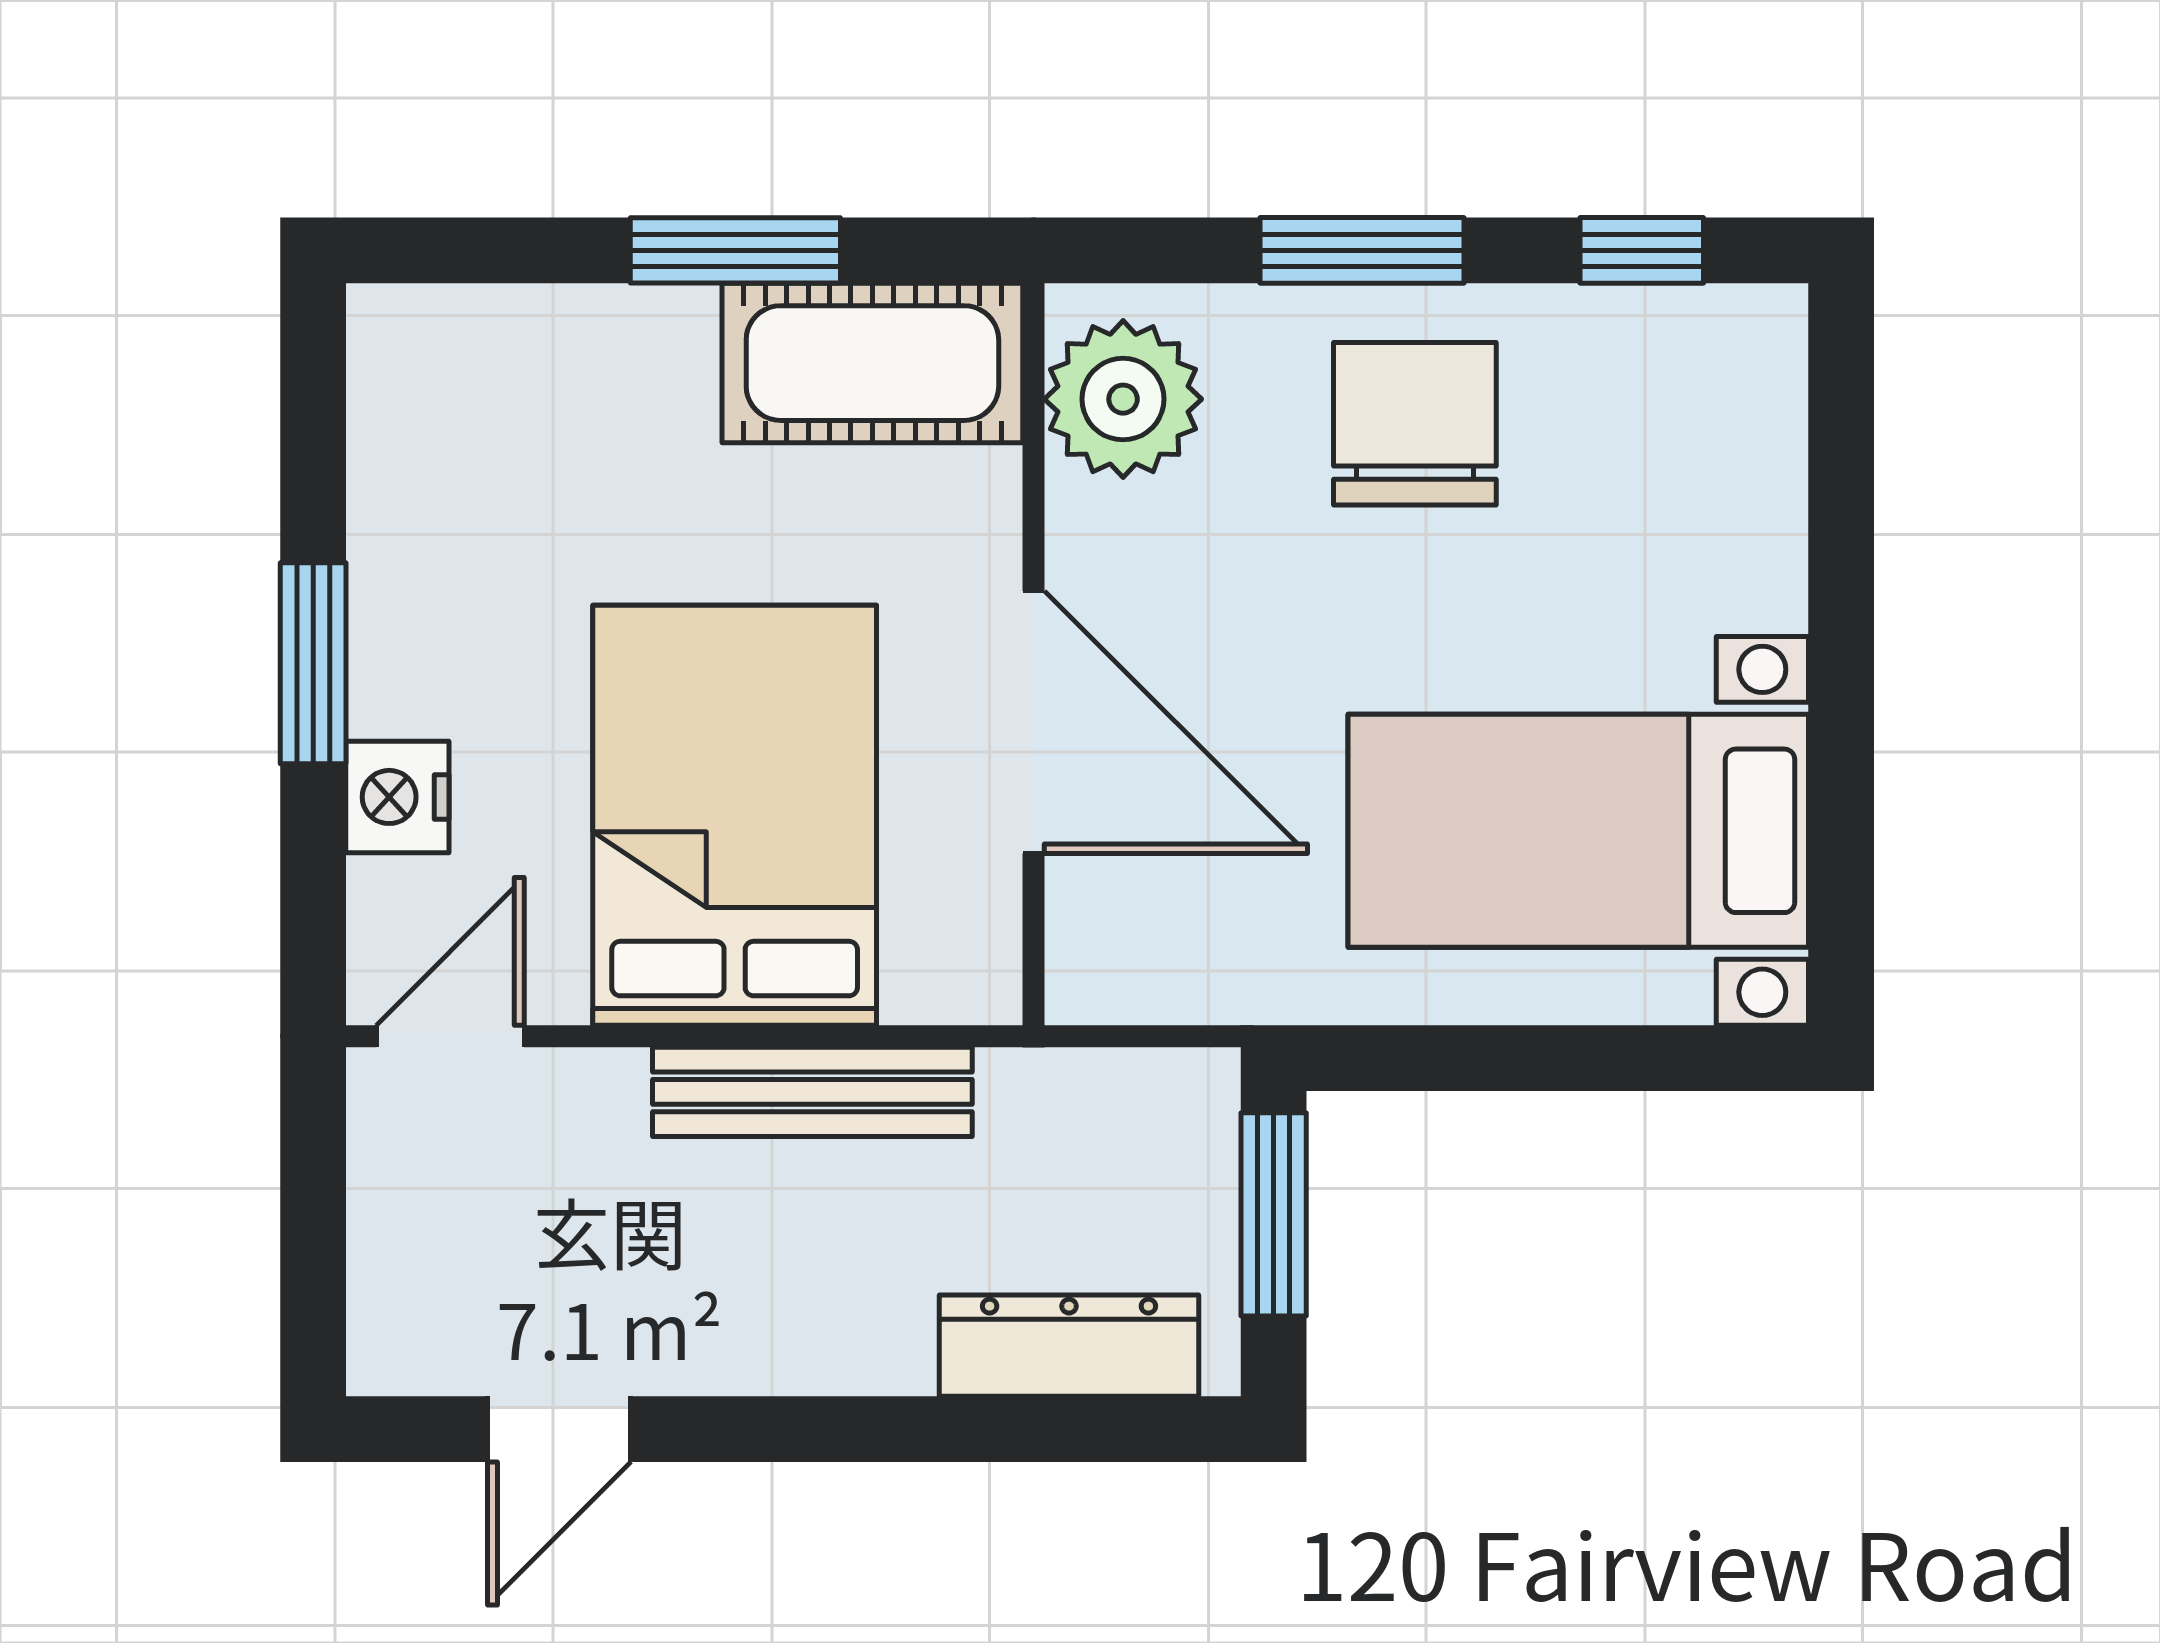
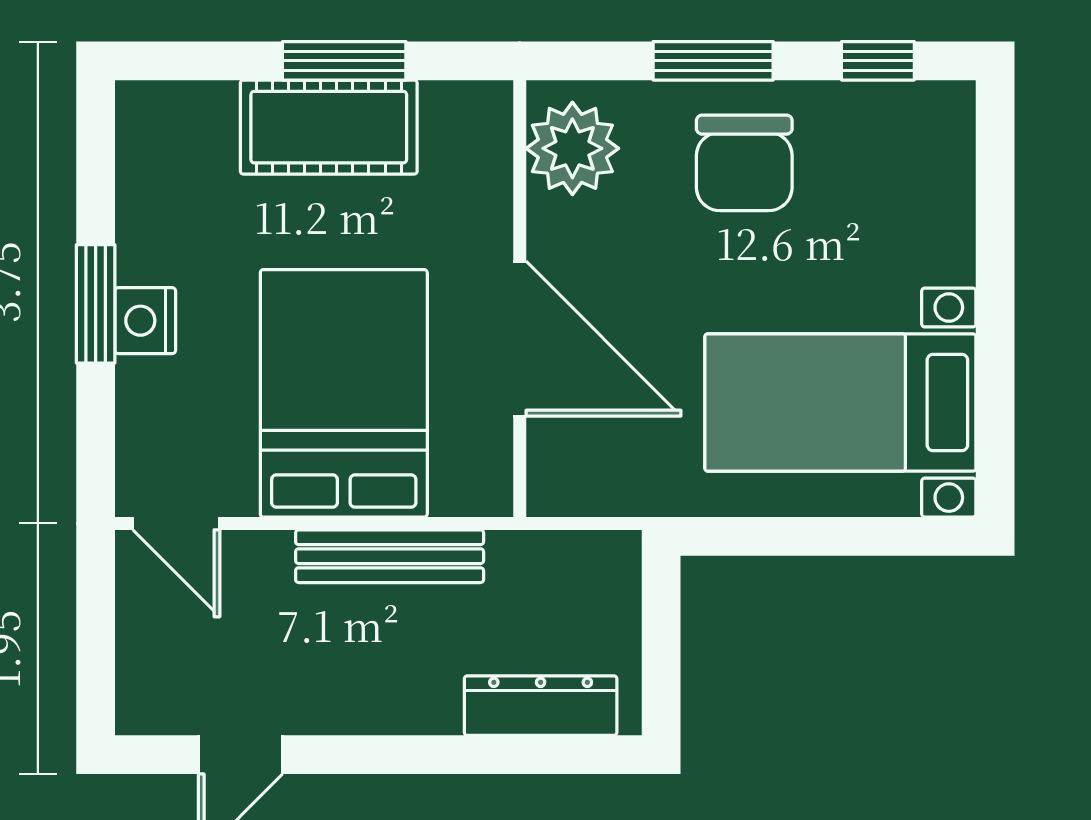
cot: (872, 363) -> (329, 127), moved
chair: (1415, 424) -> (744, 163), turned 180
nightstand: (397, 797) -> (145, 321), moved
door: (450, 1036) -> (176, 523), swing flipped
window: (1274, 1214) -> (661, 628), removed

